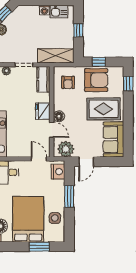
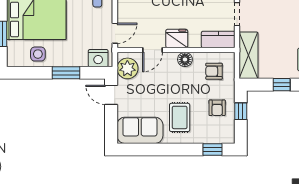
armchair: (96, 80) -> (217, 108), width x0.53, depth x0.53
rug: (104, 109) -> (180, 117), width x0.73, depth x0.70
floor lamp: (59, 116) -> (185, 59), moved

